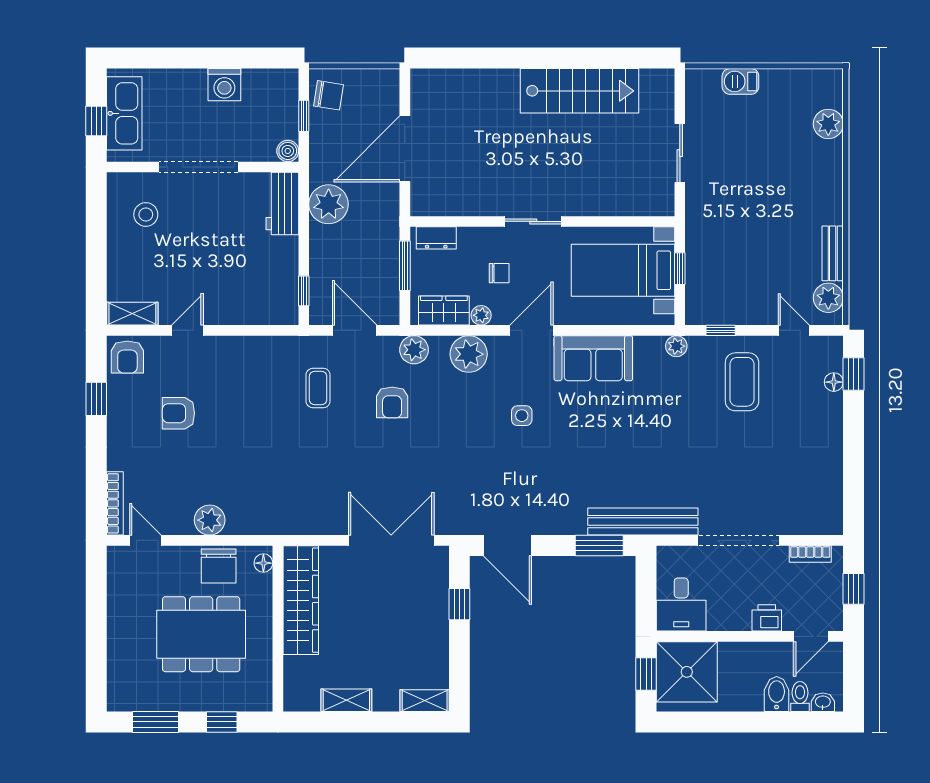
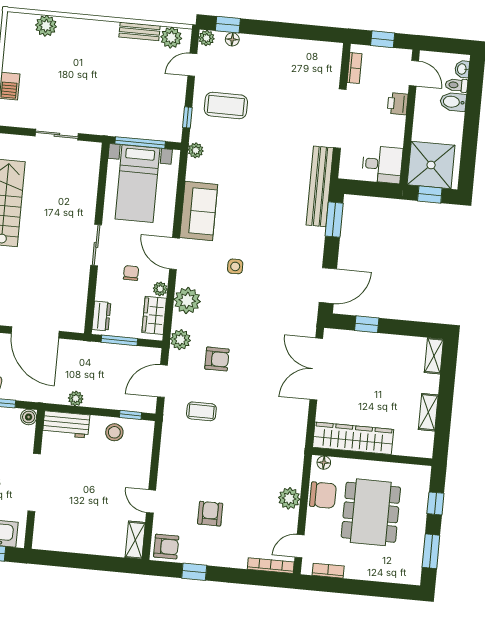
plant: (329, 204) -> (76, 398), width x0.53, depth x0.53
stool: (146, 214) -> (114, 432), moved
window: (680, 269) -> (140, 143), width x2.17
plant: (832, 346) -> (206, 38), added
armchair: (178, 413) -> (210, 514), turned 180
bookcase: (115, 583) -> (328, 571), added

